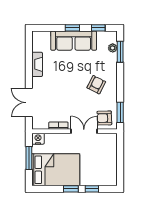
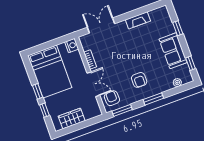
window: (72, 28) -> (178, 28), moved
sofa: (74, 41) -> (173, 51), width x0.73
window: (120, 52) -> (153, 99), moved
armchair: (96, 85) -> (139, 80), turned 63
window: (29, 158) -> (51, 44), removed
wardrobe: (110, 165) -> (72, 118), added

